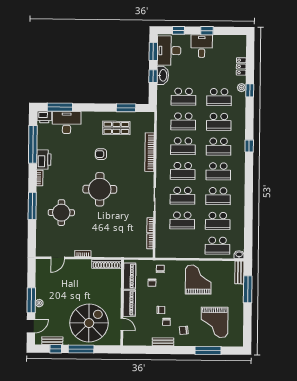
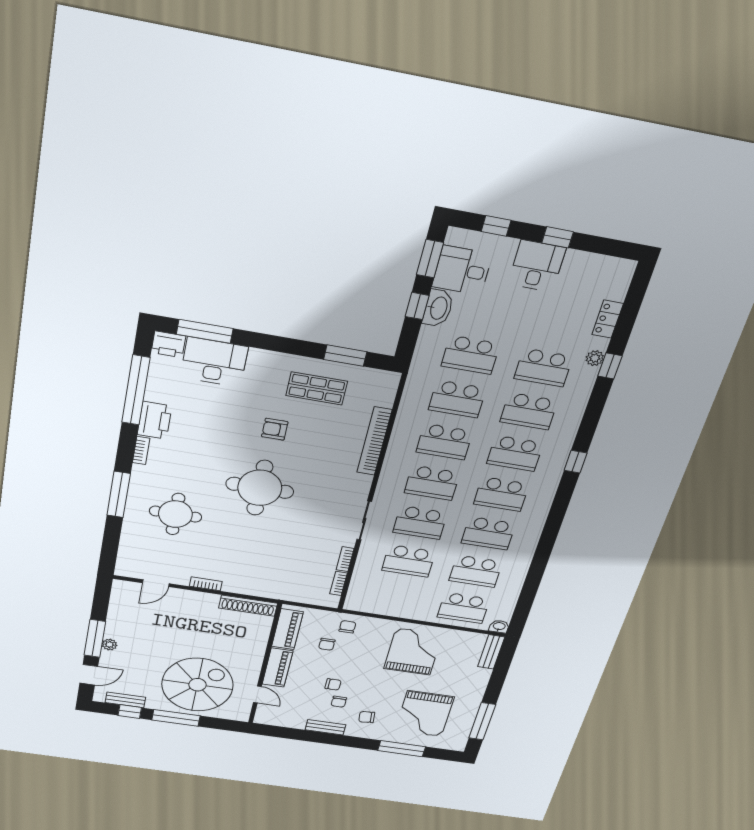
desk: (169, 51) -> (462, 270), width x0.73
window: (248, 289) -> (482, 721), moved

